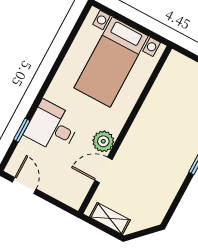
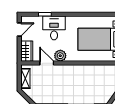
wardrobe: (66, 192) -> (27, 51), added

